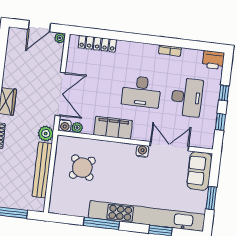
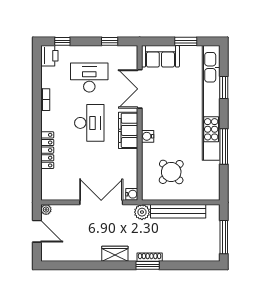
locker: (97, 44) -> (47, 150), moved
window: (224, 93) -> (62, 41), moved
plant: (77, 128) -> (132, 182), removed
filing cabinet: (113, 128) -> (128, 130), moved
water cooler: (142, 151) -> (148, 136), moved

